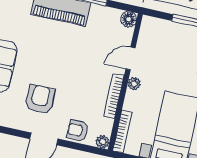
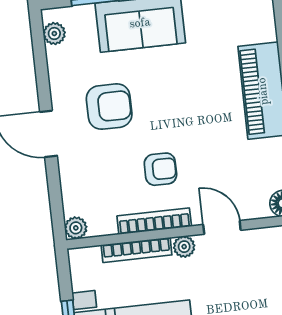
armchair: (78, 130) -> (160, 169), moved, turned 90
bookcase: (122, 132) -> (136, 250), moved

